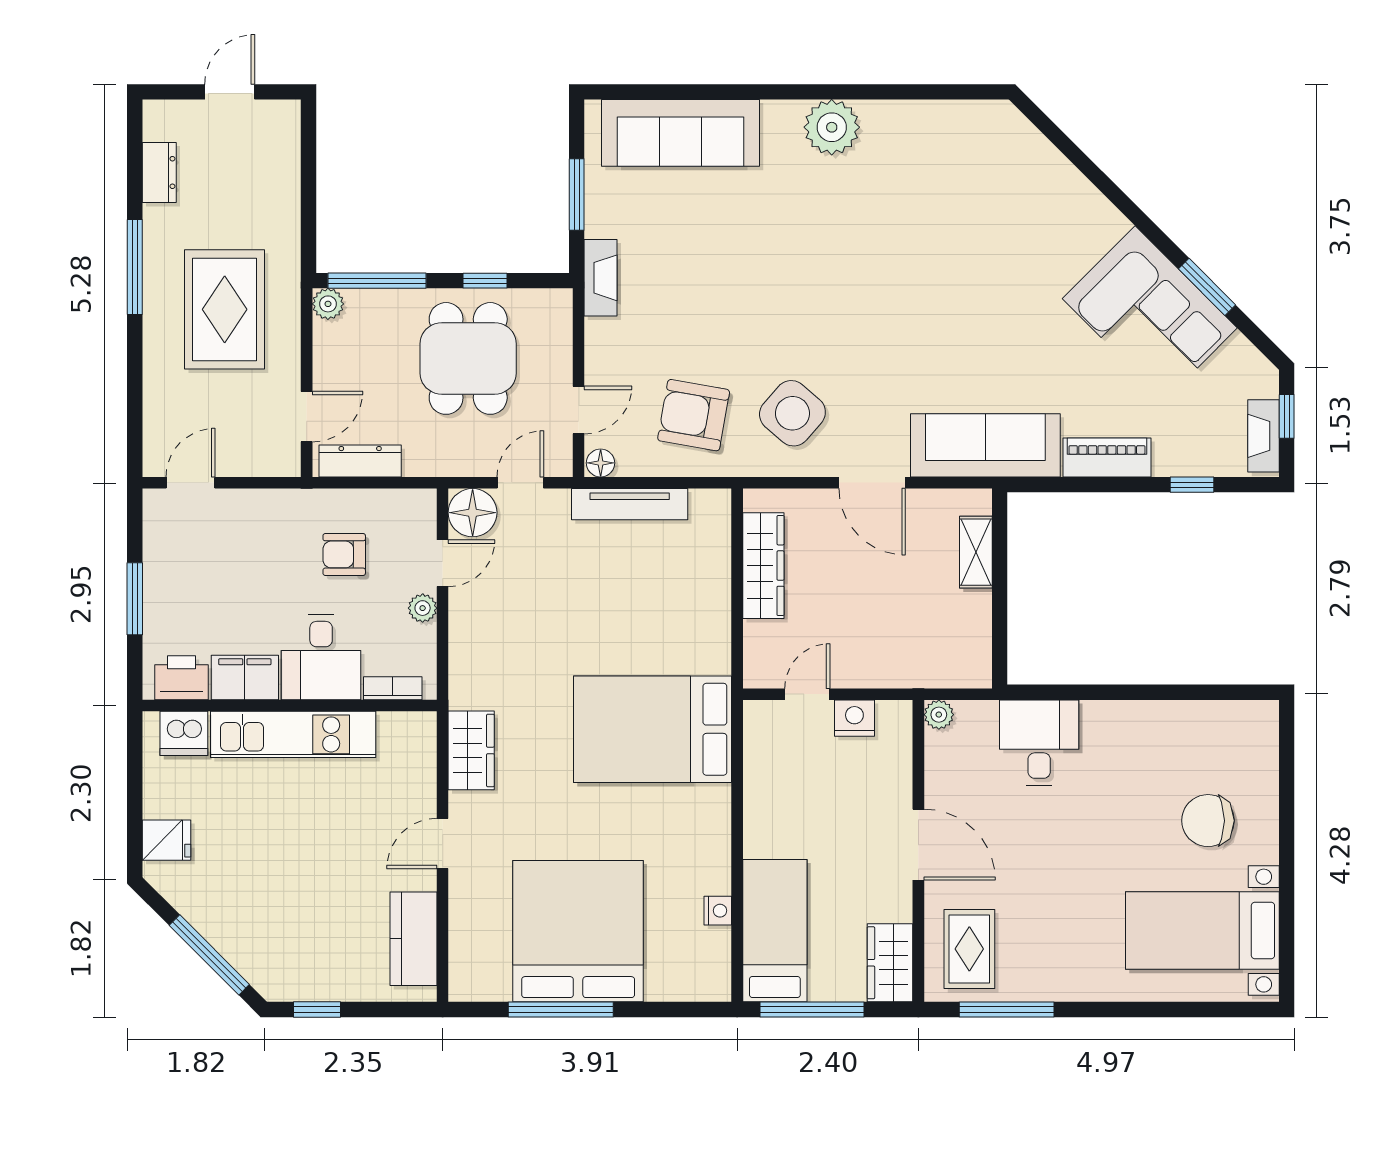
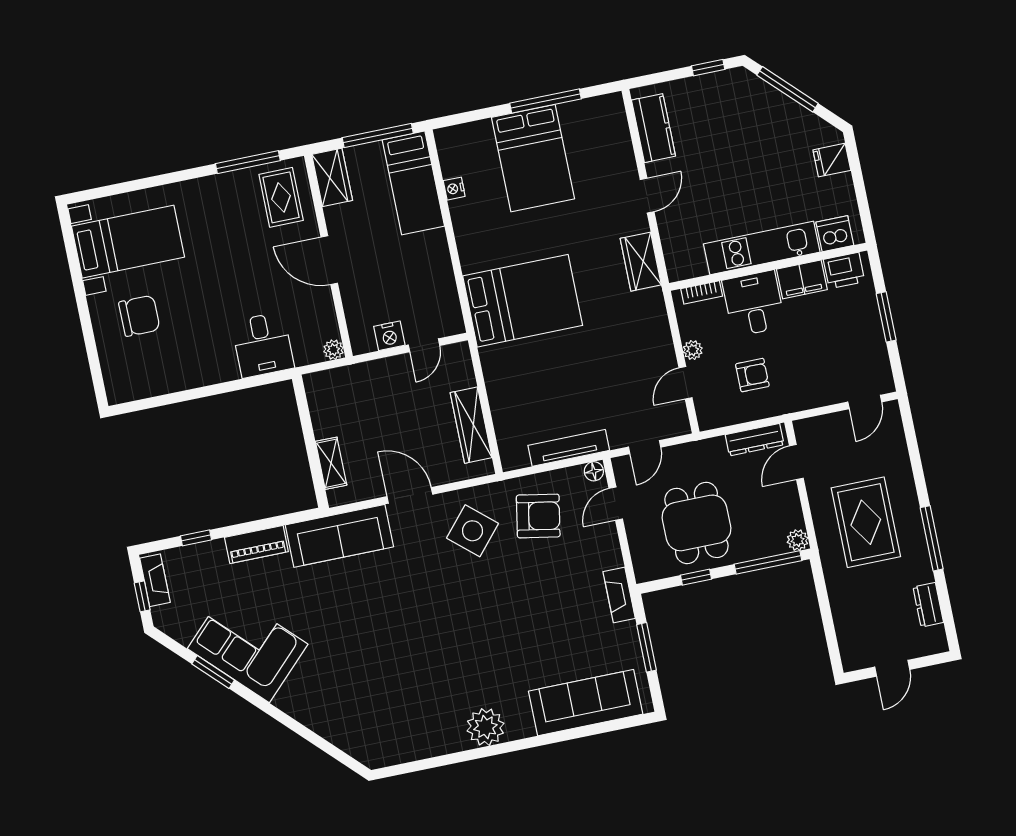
floor lamp: (473, 513) -> (672, 421), removed
bed: (578, 931) -> (533, 158), width x0.73

